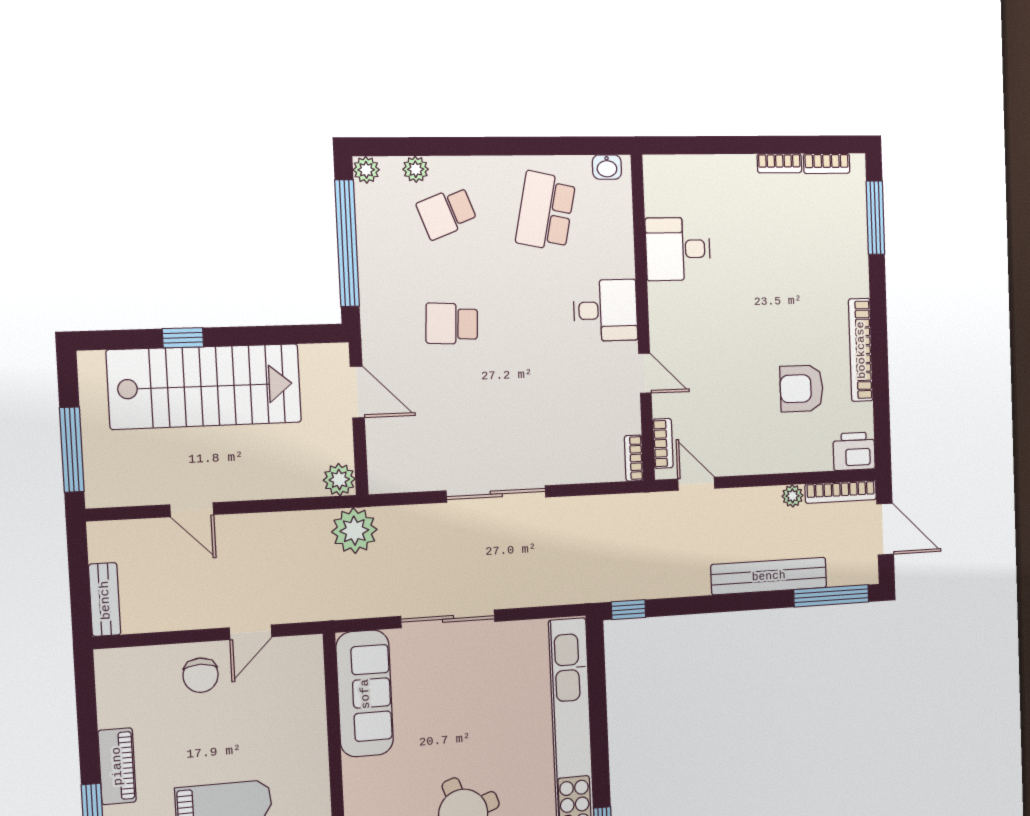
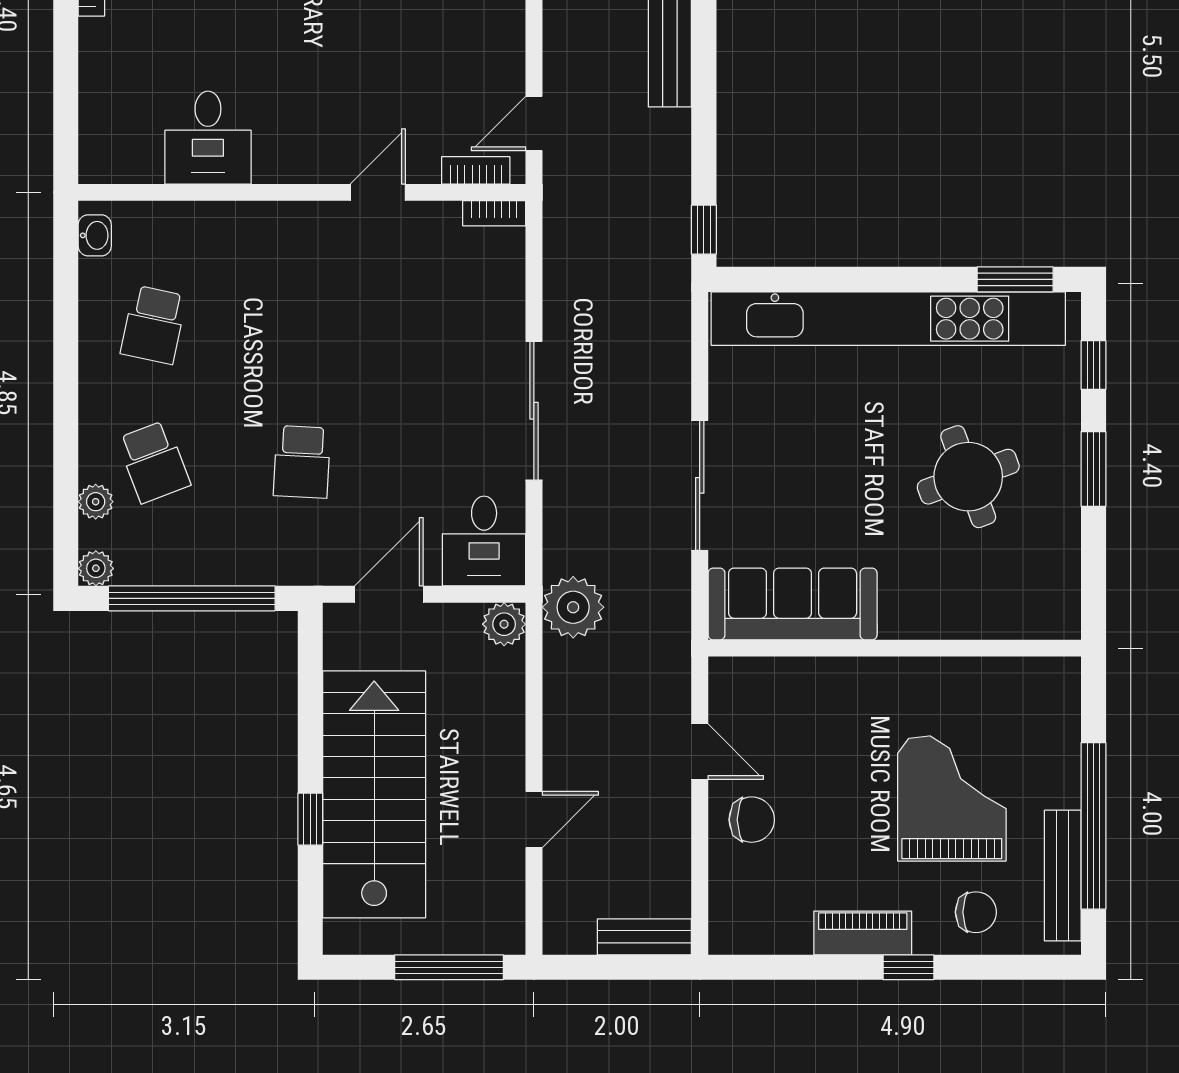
school desk: (546, 211) -> (154, 325), width x0.54
desk: (606, 310) -> (484, 541), moved, turned 180

